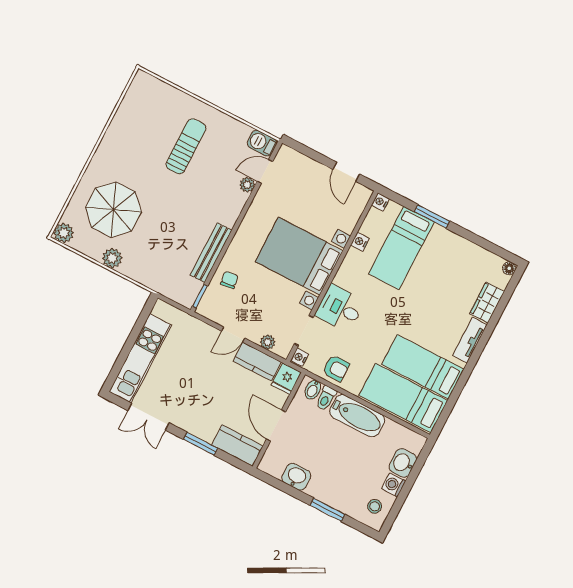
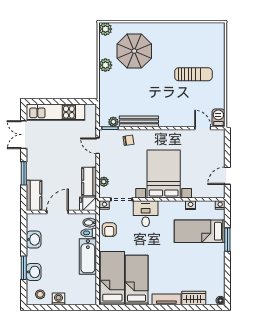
plant: (247, 185) -> (113, 122), moved
door: (233, 335) -> (98, 146), moved
washbasin: (403, 463) -> (34, 272), moved, turned 90

